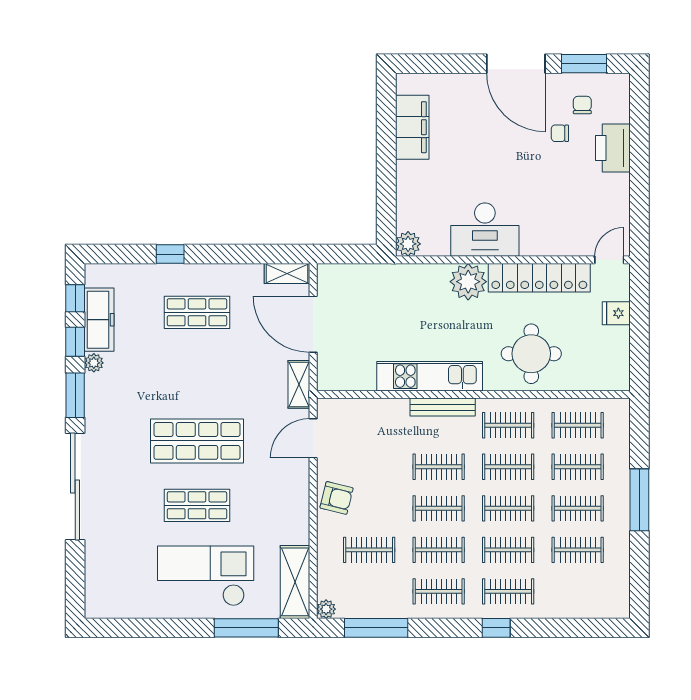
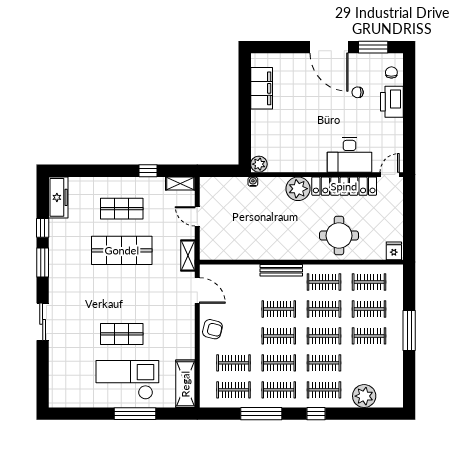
chair: (582, 105) -> (391, 72), moved
desk: (485, 230) -> (349, 155), moved
window: (170, 254) -> (148, 171), moved
water cooler: (399, 271) -> (253, 182), added
window: (75, 298) -> (43, 199), removed
fridge: (616, 313) -> (394, 251), moved, turned 90
freezer: (99, 320) -> (58, 197), moved
door: (313, 324) -> (197, 216), width x0.53
plant: (94, 363) -> (55, 241), removed
kitchen unit: (430, 376) -> (273, 250), removed
door: (313, 438) -> (197, 290), swing flipped
shop shelf: (197, 441) -> (122, 250), moved
sliding door: (75, 487) -> (43, 322), width x0.54
clothes rail: (578, 550) -> (234, 390), moved
plant: (326, 609) -> (364, 396), moved, width x1.88, depth x1.88
window: (246, 628) -> (135, 414), moved
window: (376, 628) -> (261, 414), moved

